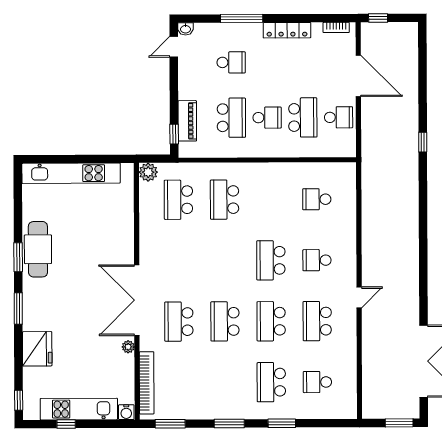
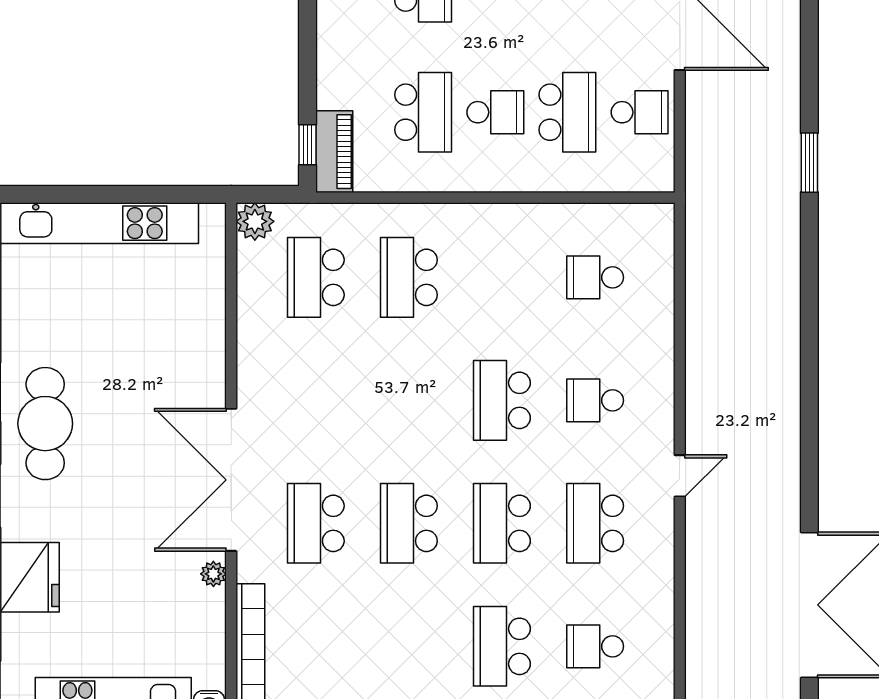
piano: (187, 121) -> (334, 152), moved
window: (423, 142) -> (809, 163), width x1.50
cafe table: (38, 249) -> (45, 424), moved

